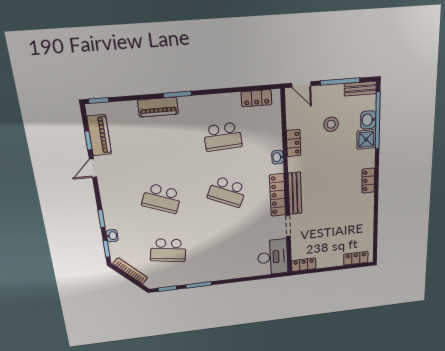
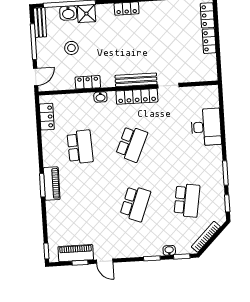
piano: (158, 107) -> (52, 184), moved
desk: (273, 257) -> (206, 127), moved, turned 90
locker: (304, 265) -> (209, 41), moved

